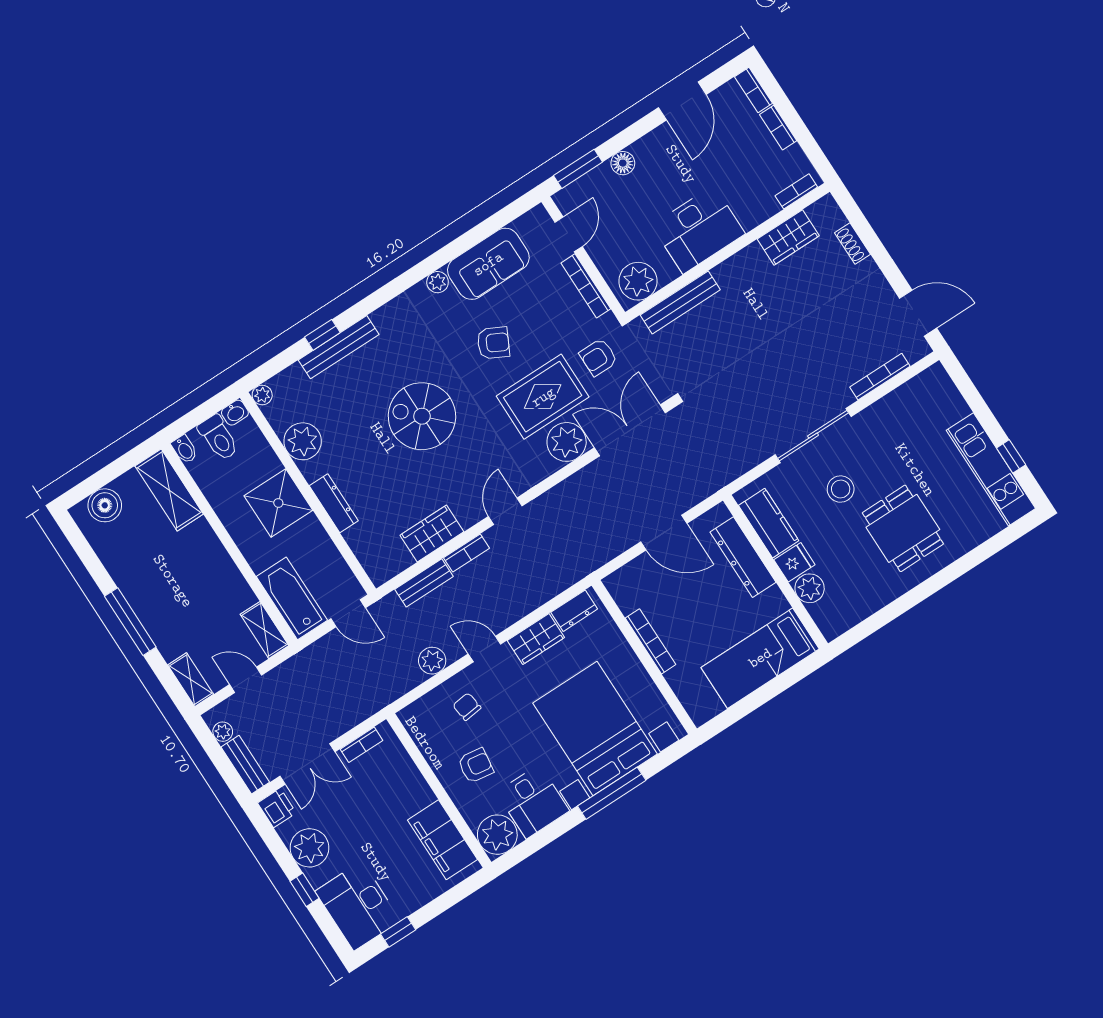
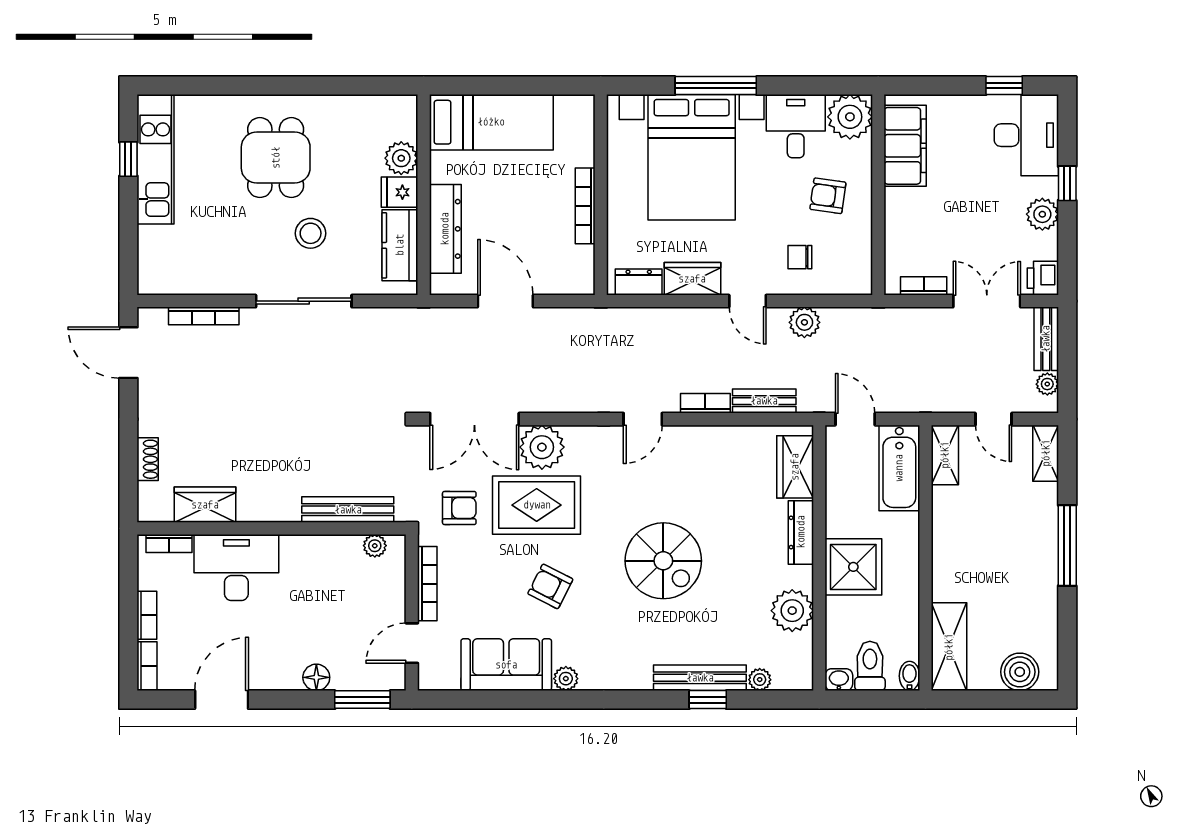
desk: (698, 230) -> (236, 567), moved
plant: (638, 281) -> (375, 546), width x0.53, depth x0.53
plant: (262, 395) -> (760, 680), moved
wardrobe: (432, 533) -> (795, 467), moved, turned 90
chair: (467, 707) -> (800, 257), turned 97
plant: (310, 848) -> (1042, 214), width x0.73, depth x0.73

